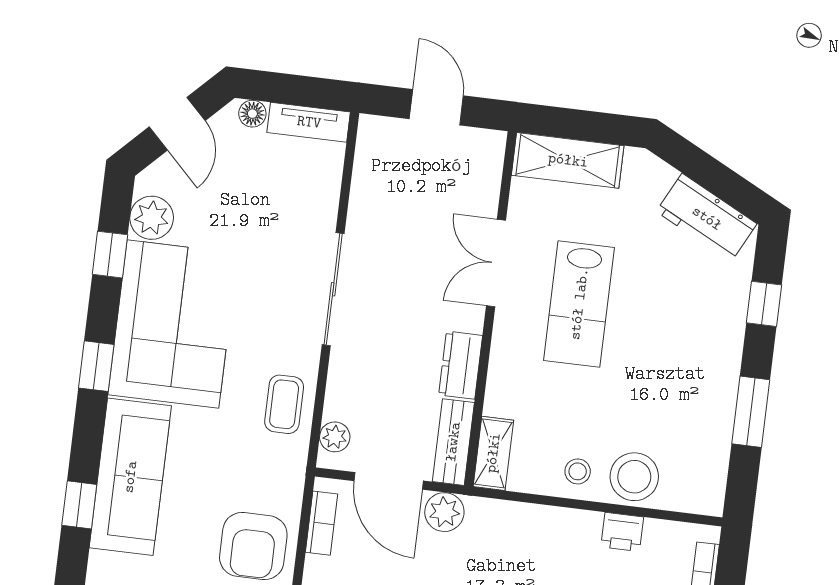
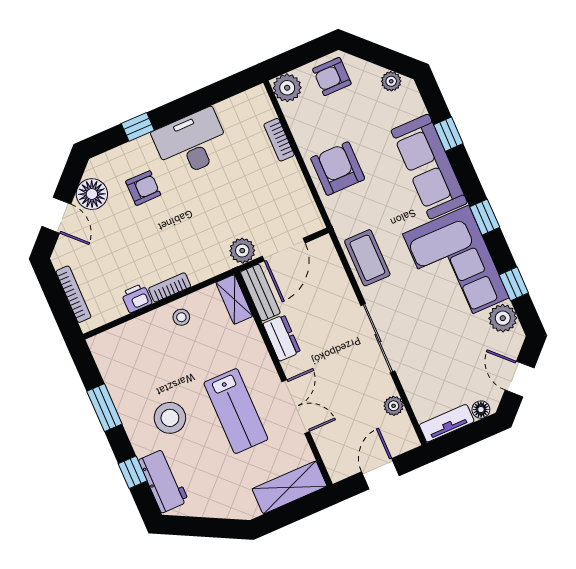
door: (436, 107) -> (380, 474), swing flipped
workbench: (707, 218) -> (164, 481), moved, turned 63
lab bench: (579, 304) -> (236, 411), turned 180
coffee table: (284, 404) -> (367, 258), width x1.36, depth x1.30
plant: (335, 437) -> (394, 406), moved
stool: (634, 477) -> (170, 418), moved
door: (389, 481) -> (284, 250), swing flipped
bookcase: (321, 523) -> (170, 287), moved, turned 90

